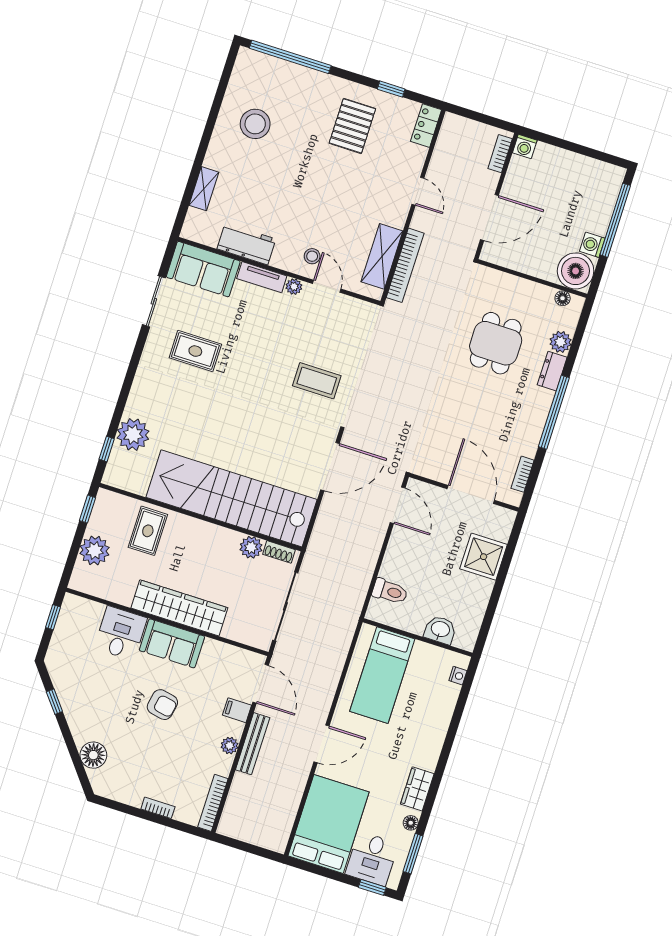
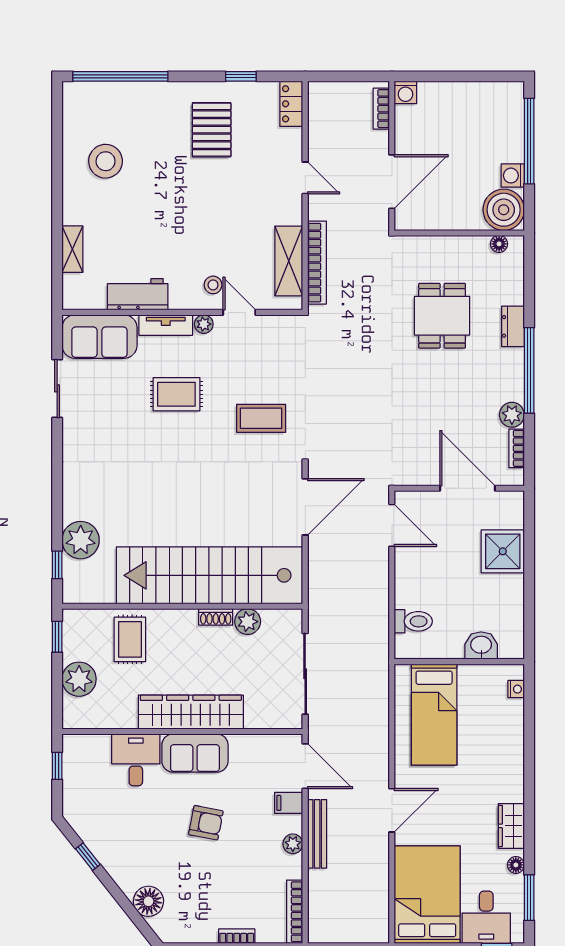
plant: (560, 342) -> (512, 415), moved
rug: (195, 351) -> (176, 394), moved
shoe rack: (279, 552) -> (216, 617), moved

